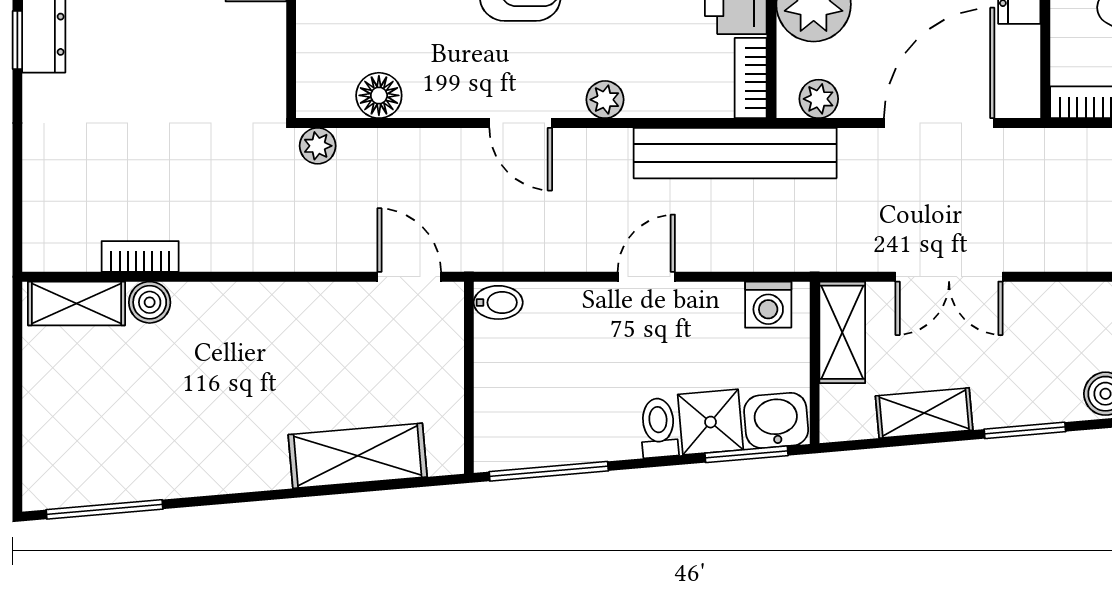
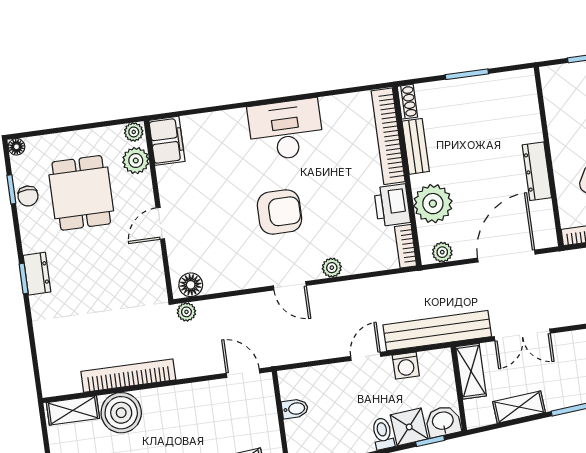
floor lamp: (379, 95) -> (191, 285), moved
bench: (735, 153) -> (437, 331), moved
bookcase: (140, 257) -> (128, 376), width x2.31, depth x1.31
boiler: (150, 302) -> (121, 413), width x1.86, depth x1.86
bidet: (498, 302) -> (295, 409), moved
washing machine: (768, 305) -> (406, 366), moved
window: (747, 454) -> (430, 441), width x0.67

